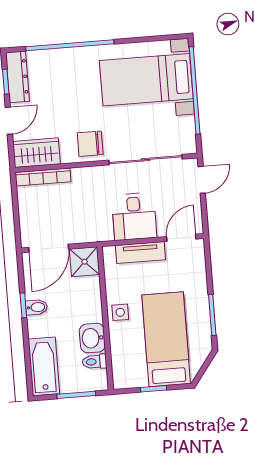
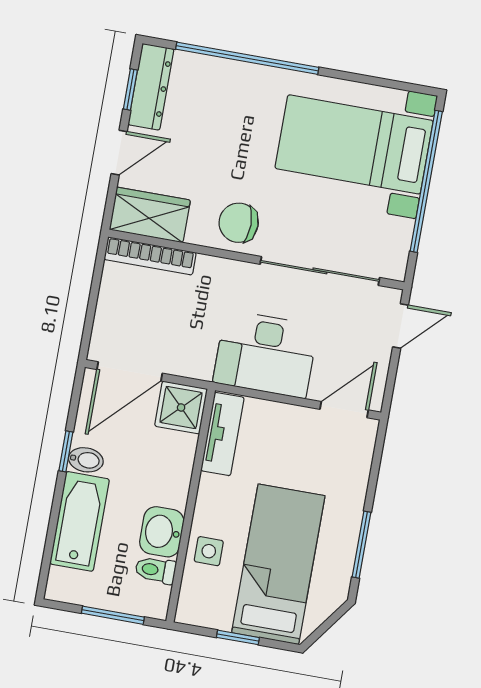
desk: (134, 216) -> (266, 354), width x1.37
tv unit: (140, 253) -> (222, 434), moved, turned -90
side table: (120, 312) -> (209, 551), moved
bathtub: (44, 366) -> (80, 521), moved

